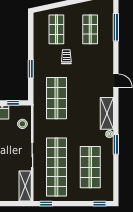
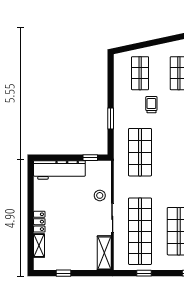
stool: (22, 124) -> (100, 195), moved
window: (46, 204) -> (144, 273), moved

